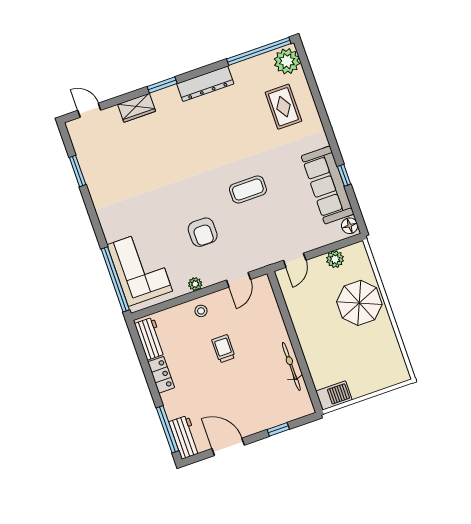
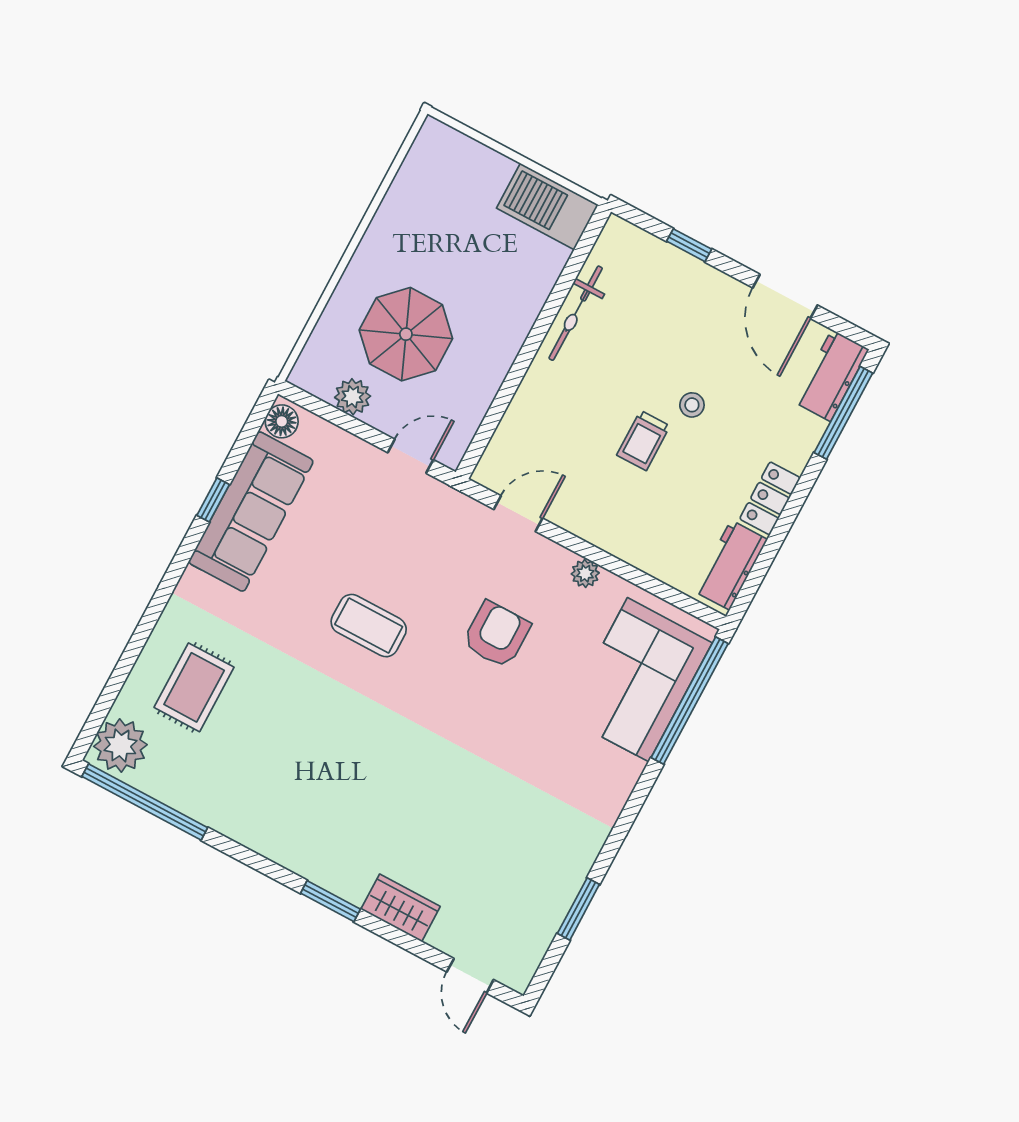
dresser: (205, 84) -> (268, 838), removed
parasol: (359, 303) -> (406, 334), moved
stool: (201, 311) -> (692, 405), moved
barbecue: (334, 395) -> (547, 207), width x1.37, depth x1.21

